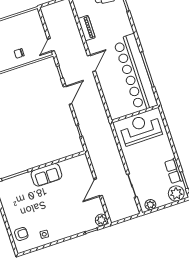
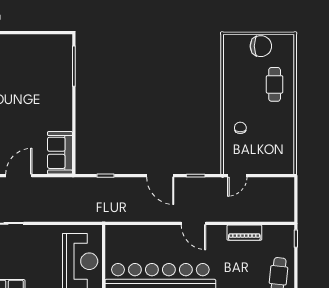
door: (51, 45) -> (237, 176), swing flipped
sofa: (46, 175) -> (60, 153), moved
door: (98, 187) -> (19, 176), hinge flipped

